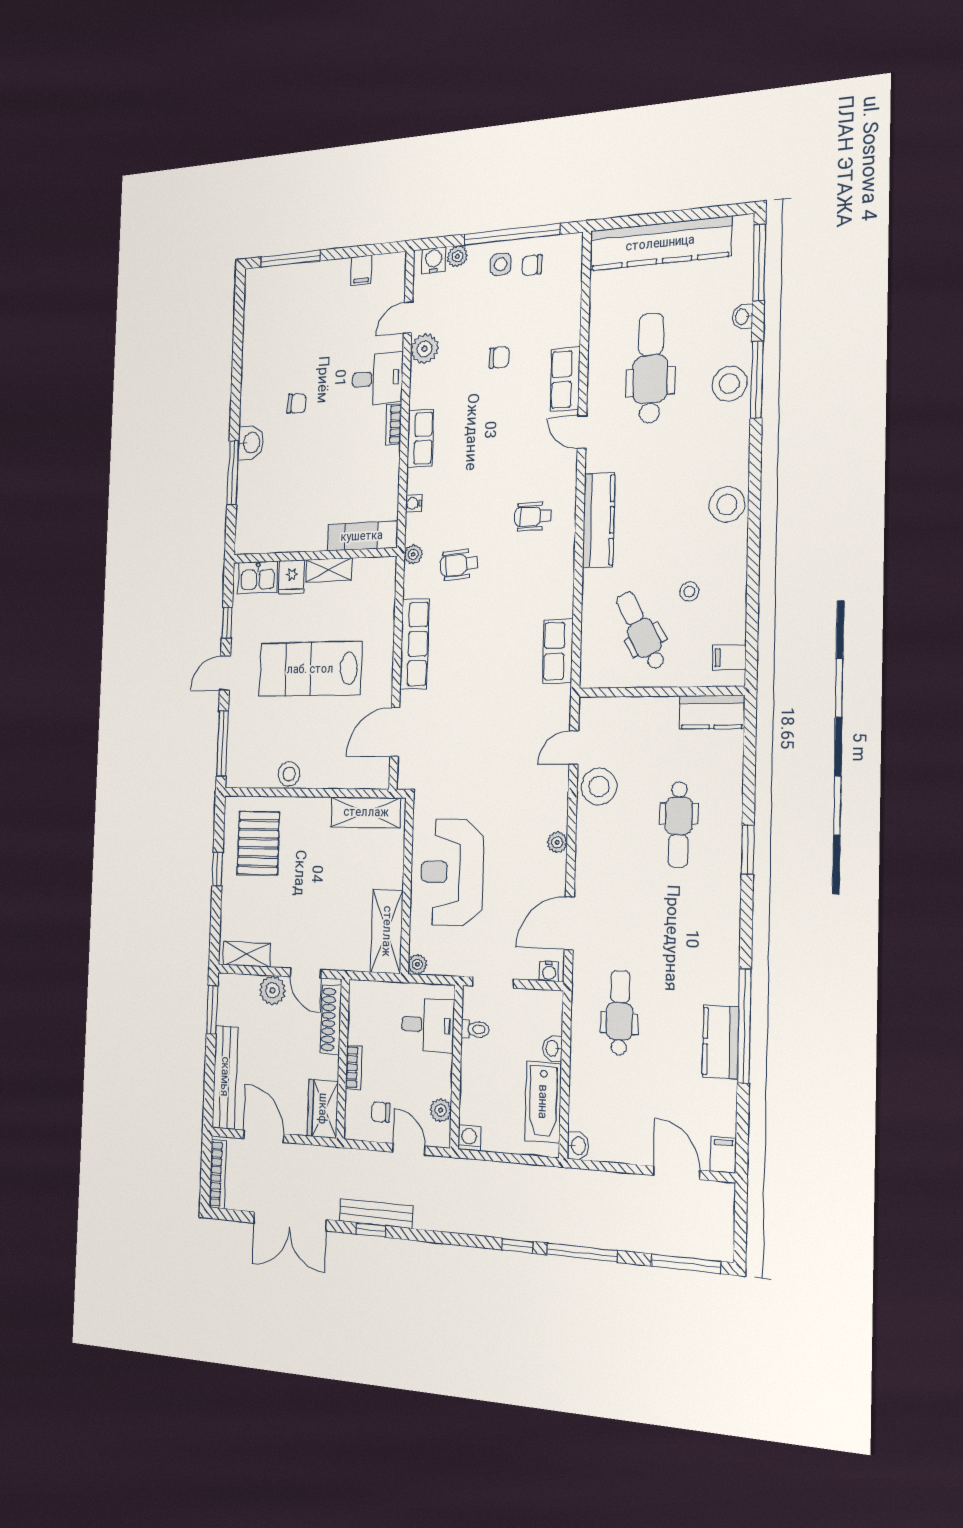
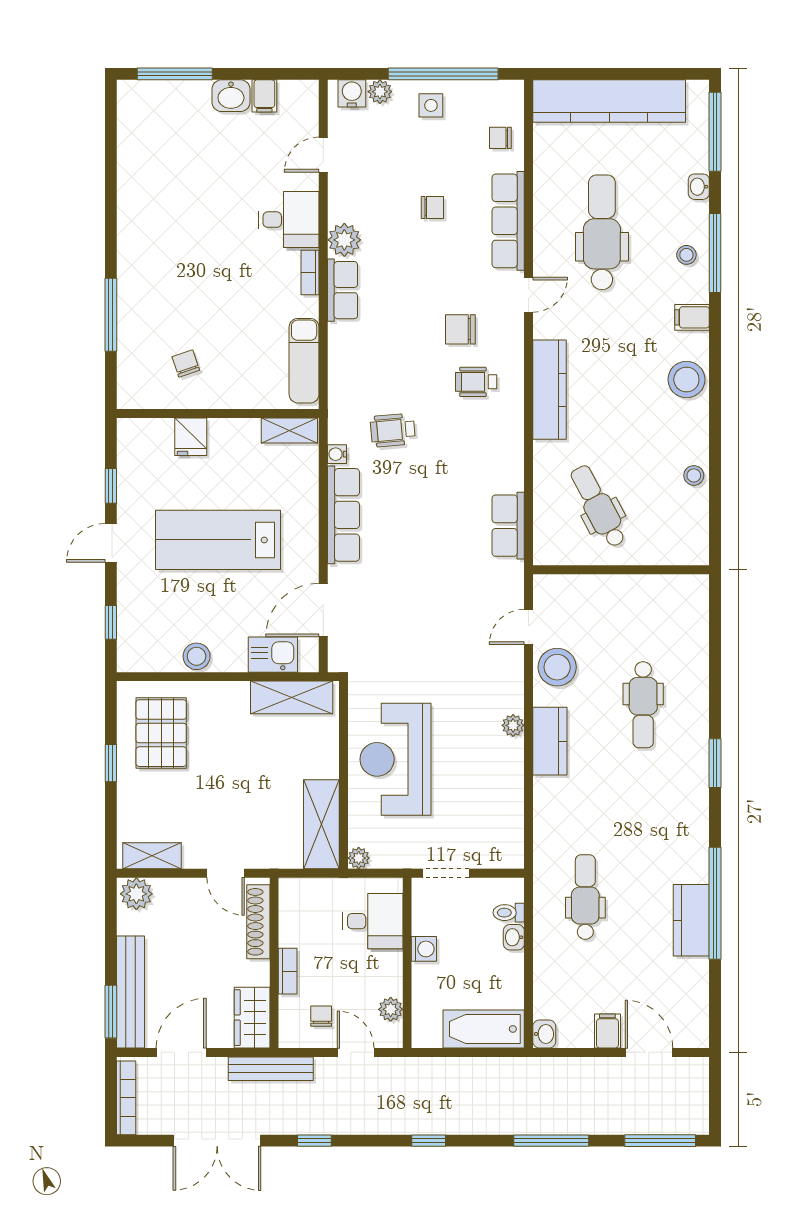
chair: (532, 265) -> (500, 138), moved
plant: (425, 349) -> (344, 240), moved
row of seats: (565, 379) -> (508, 221), width x1.48
stool: (729, 384) -> (686, 255), width x0.53, depth x0.53
chair: (297, 404) -> (186, 364), moved, turned -113
door: (582, 432) -> (529, 295), swing flipped
washbasin: (251, 443) -> (231, 96), moved, turned 90
chair: (520, 468) -> (460, 329), added
water cooler: (414, 503) -> (337, 454), moved
exam couch: (362, 536) -> (304, 361), moved, turned -90
plant: (413, 554) -> (338, 417), removed
shelving: (329, 570) -> (289, 430), moved
kitchen sink: (258, 577) -> (273, 655), moved, turned 180
stool: (689, 592) -> (694, 475), moved
filing cabinet: (729, 657) -> (692, 317), moved
kitchen counter: (712, 712) -> (550, 741), moved, turned -90
window: (222, 744) -> (111, 622), width x0.46
window: (748, 850) -> (715, 763), moved
door: (569, 923) -> (529, 808), removed
water cooler: (549, 971) -> (508, 859), removed
plant: (273, 990) -> (136, 894), moved
window: (212, 1010) -> (111, 1012), moved
toilet: (475, 1029) -> (509, 913), moved, turned 180
bathtub: (543, 1102) -> (484, 1029), moved, turned 90
chair: (381, 1112) -> (321, 1016), turned 90
door: (264, 1136) -> (181, 1052), hinge flipped
washing machine: (469, 1138) -> (424, 949), moved, turned 90
filing cabinet: (723, 1155) -> (607, 1031), moved
bench: (376, 1214) -> (271, 1069), moved
window: (517, 1246) -> (429, 1141), moved

